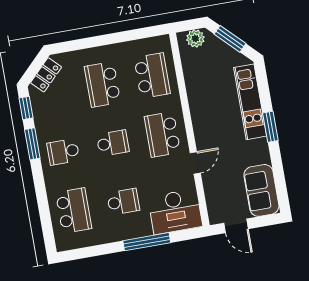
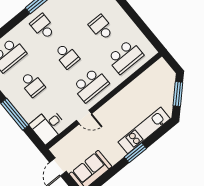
plant: (195, 38) -> (165, 71), removed
school desk: (102, 84) -> (101, 28), width x0.54
school desk: (162, 134) -> (91, 85), turned 180
desk: (175, 212) -> (48, 126), width x0.73

